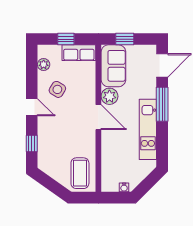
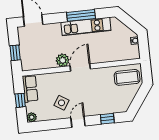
plant: (44, 65) -> (32, 117), moved
sofa: (113, 66) -> (38, 60), removed
window: (162, 104) -> (81, 15), moved

